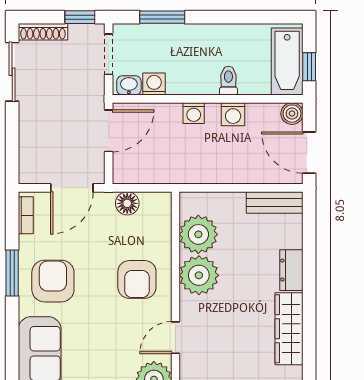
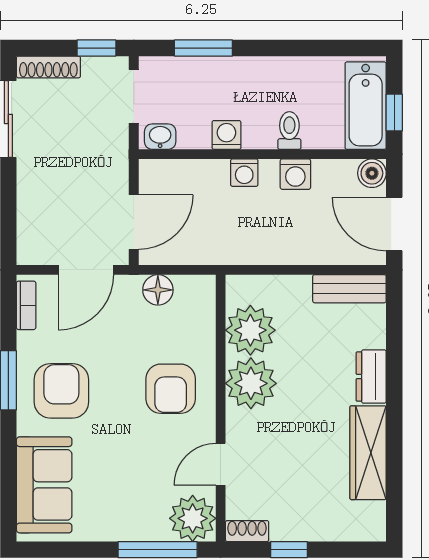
washing machine: (154, 84) -> (226, 135), moved
door: (109, 131) -> (134, 222), moved

